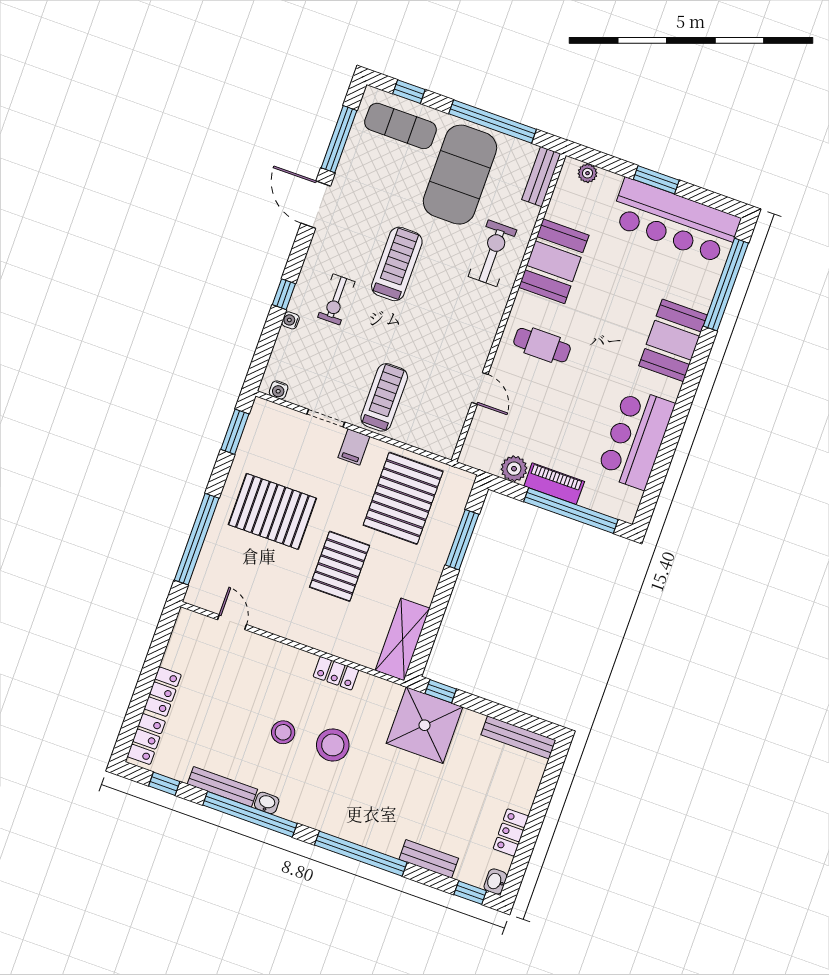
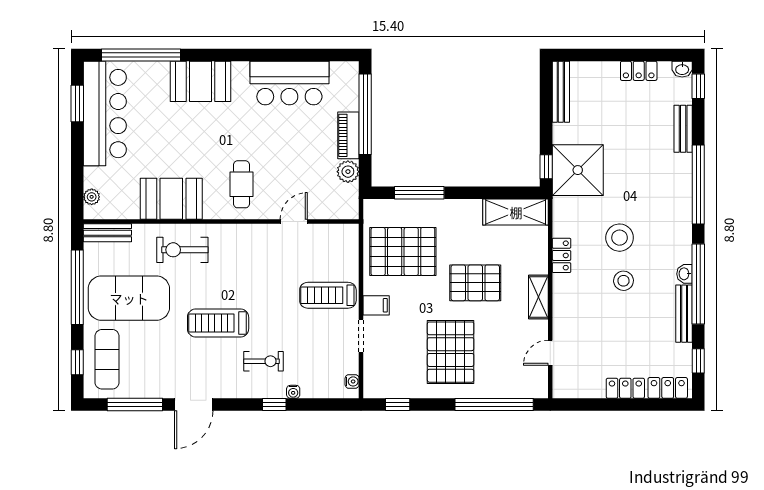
window: (656, 180) -> (77, 104), moved
window: (235, 432) -> (398, 405), width x0.67
shelving: (299, 631) -> (538, 297), added

